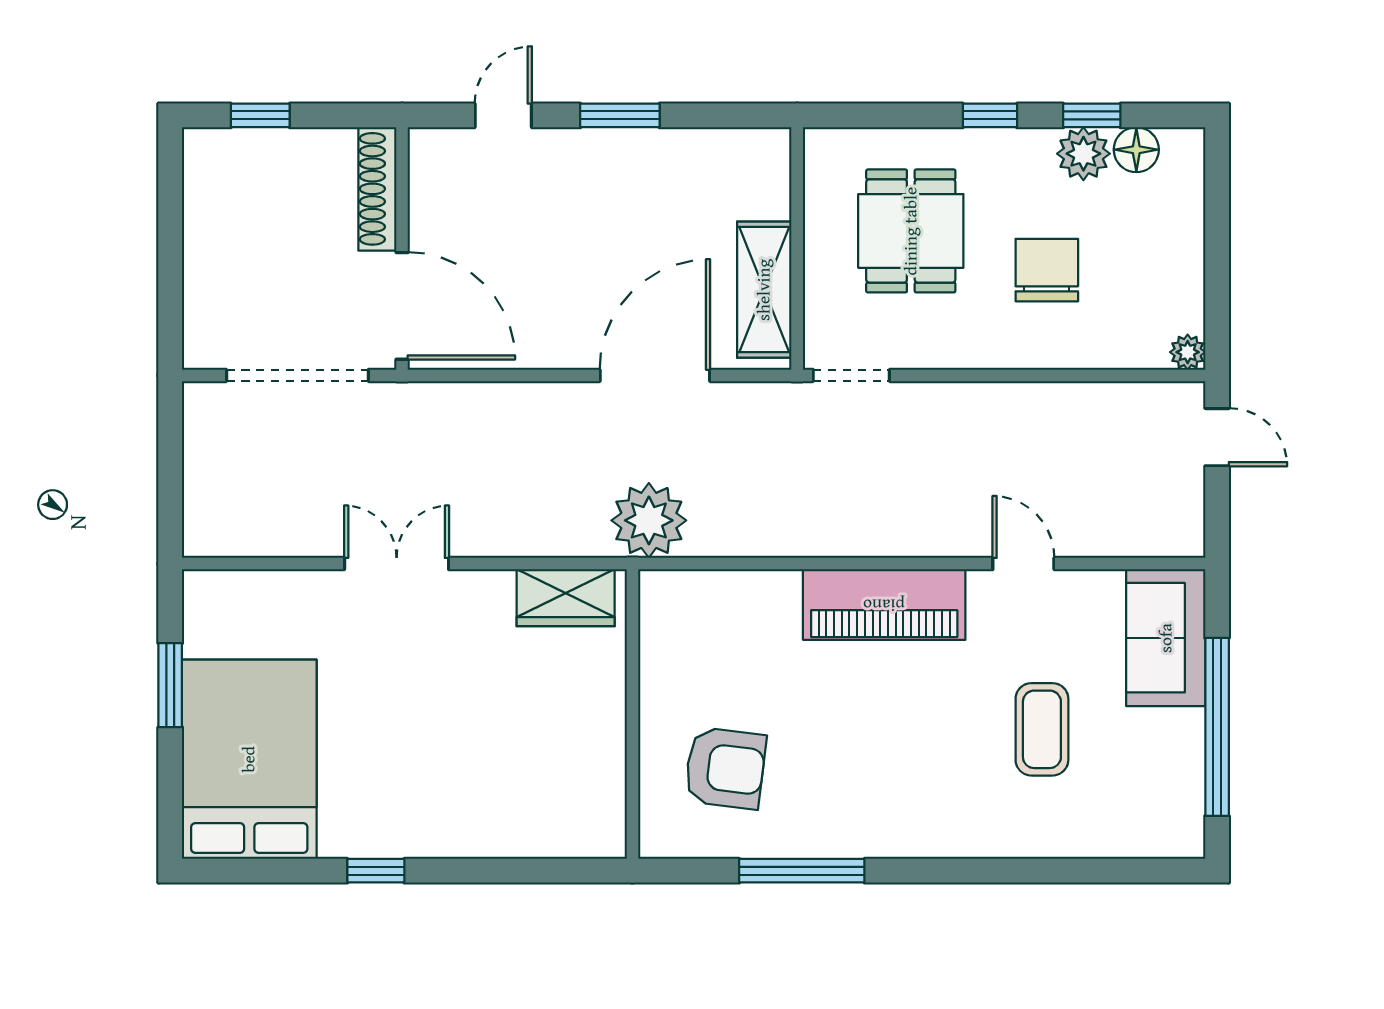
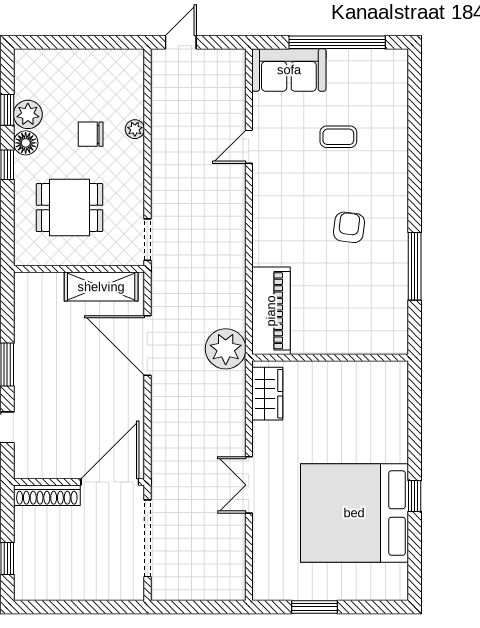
floor lamp: (1136, 150) -> (26, 143), moved
chair: (1047, 270) -> (91, 134), width x0.73, depth x0.73
plant: (1188, 352) -> (135, 129), moved
piano: (884, 605) -> (271, 311), moved
coffee table: (1042, 729) -> (338, 137), width x0.73, depth x0.77
bed: (249, 759) -> (354, 513), moved, width x1.36
armchair: (725, 768) -> (349, 227), moved, width x0.72, depth x0.72

